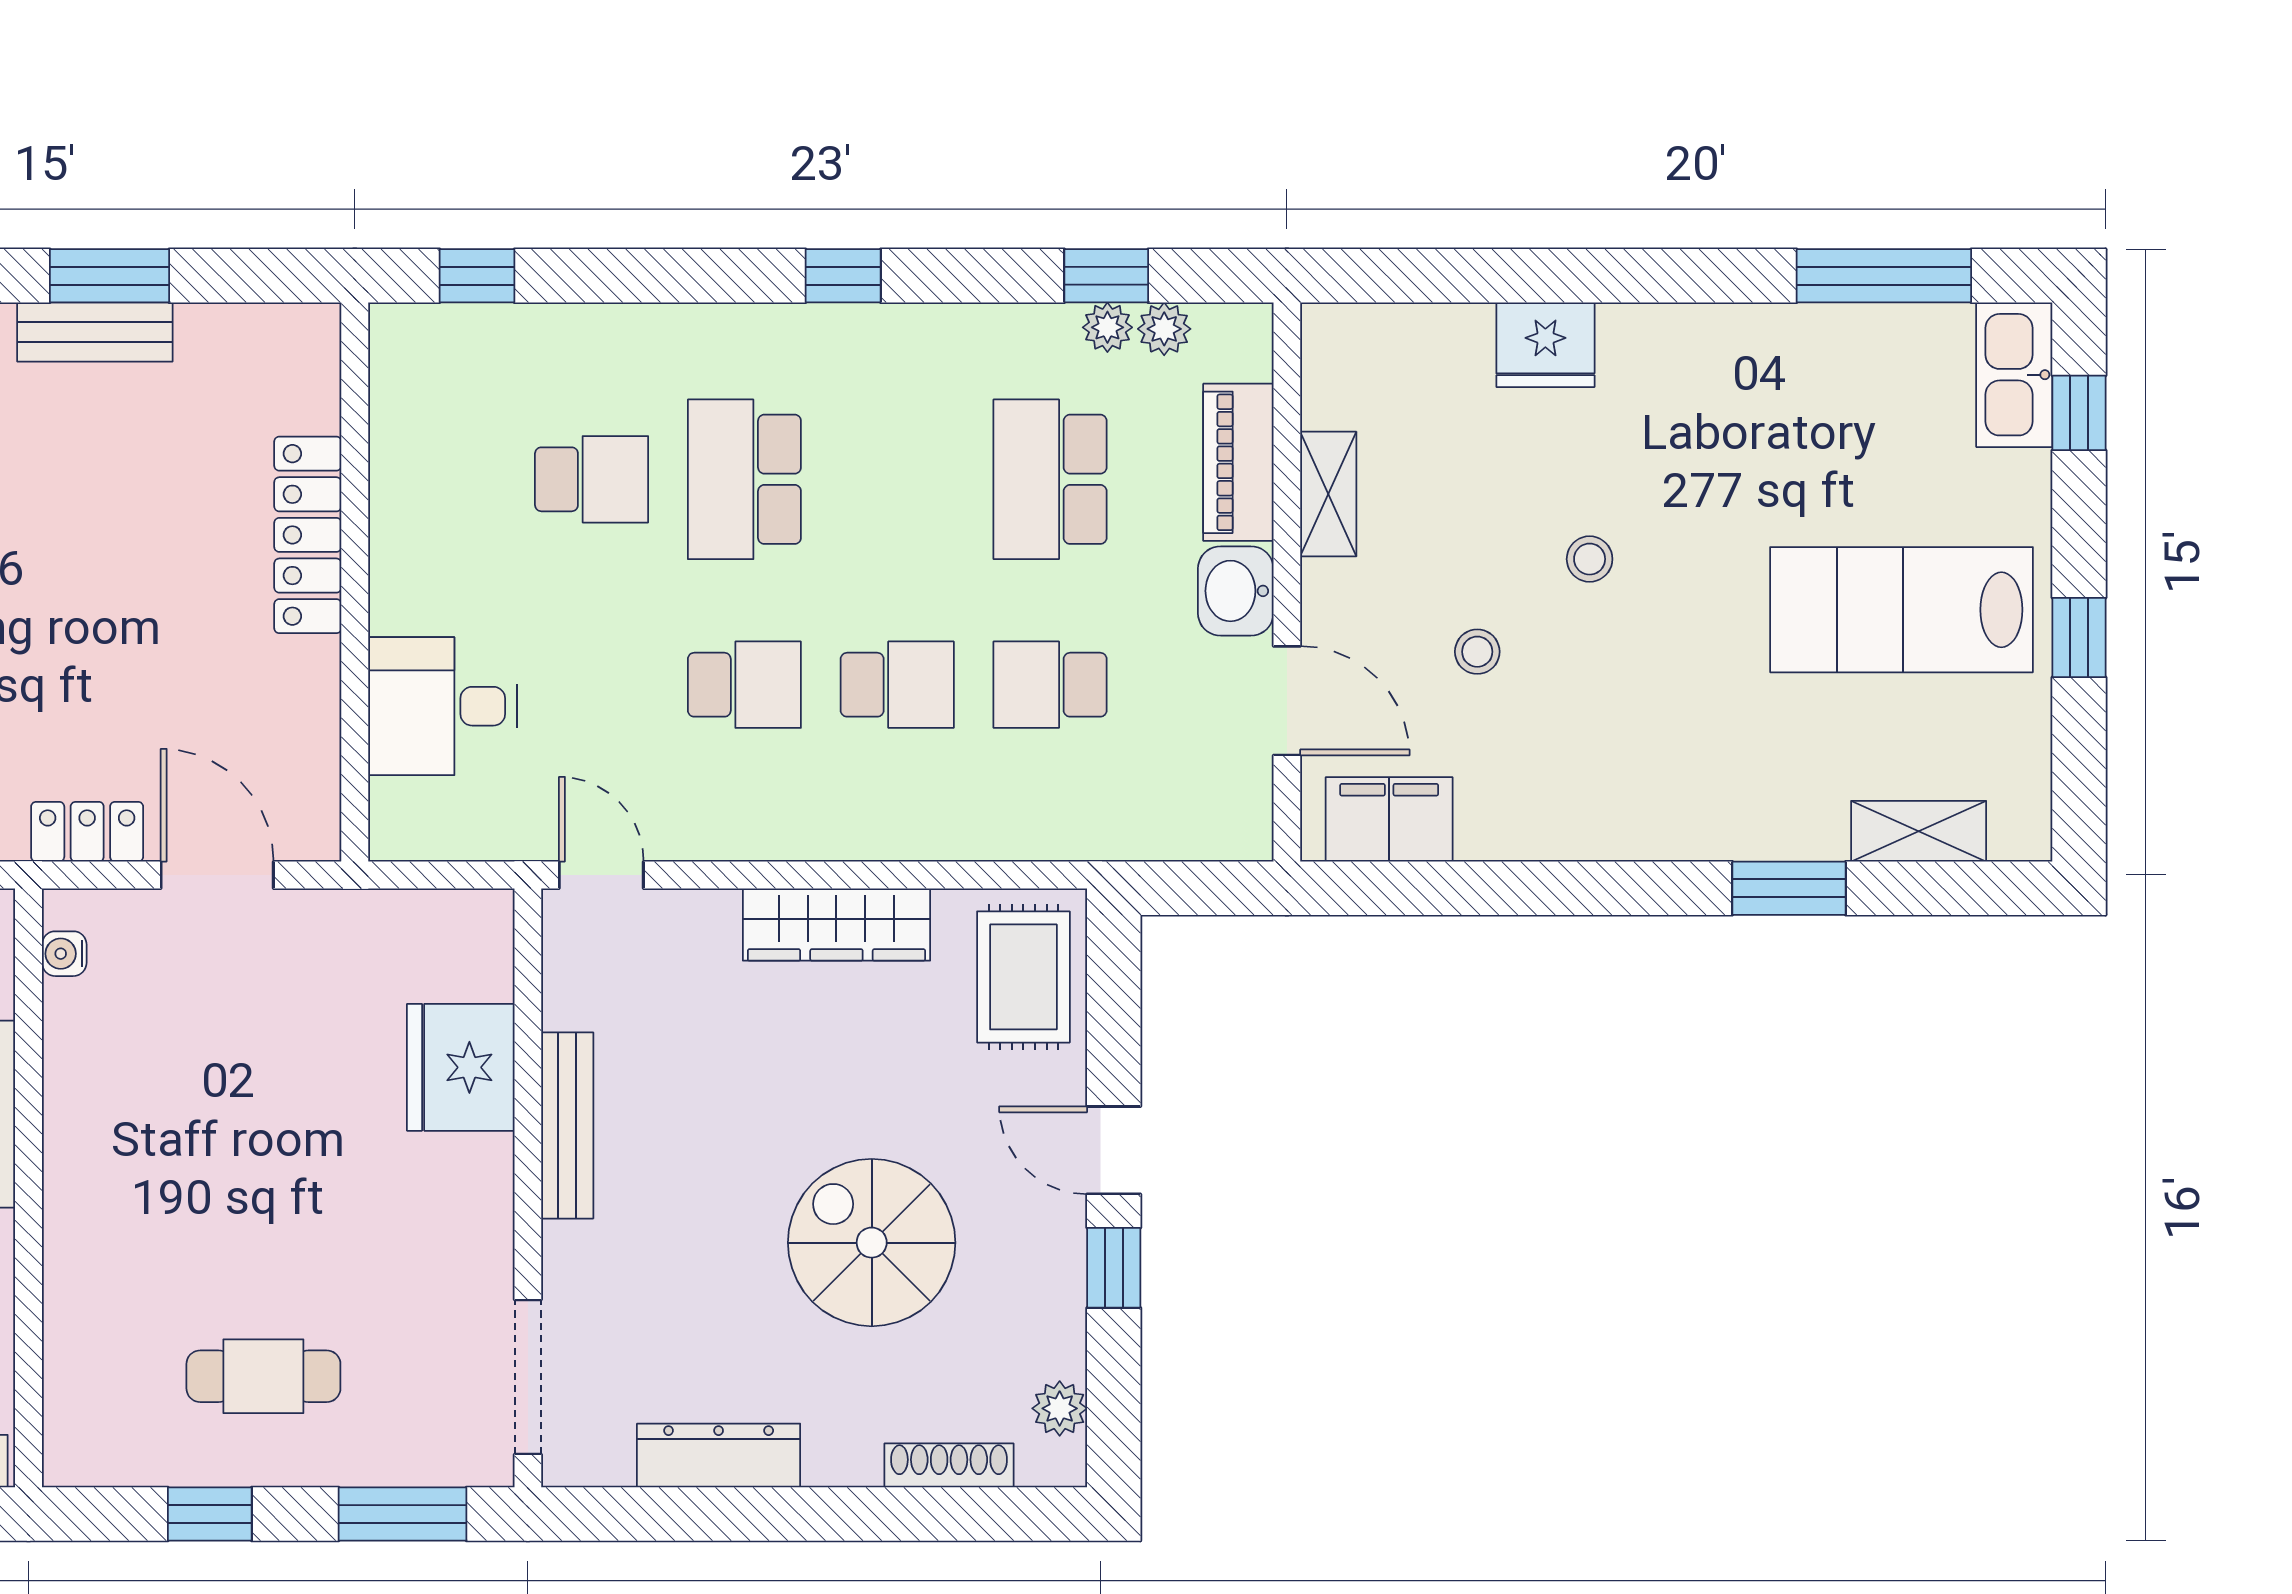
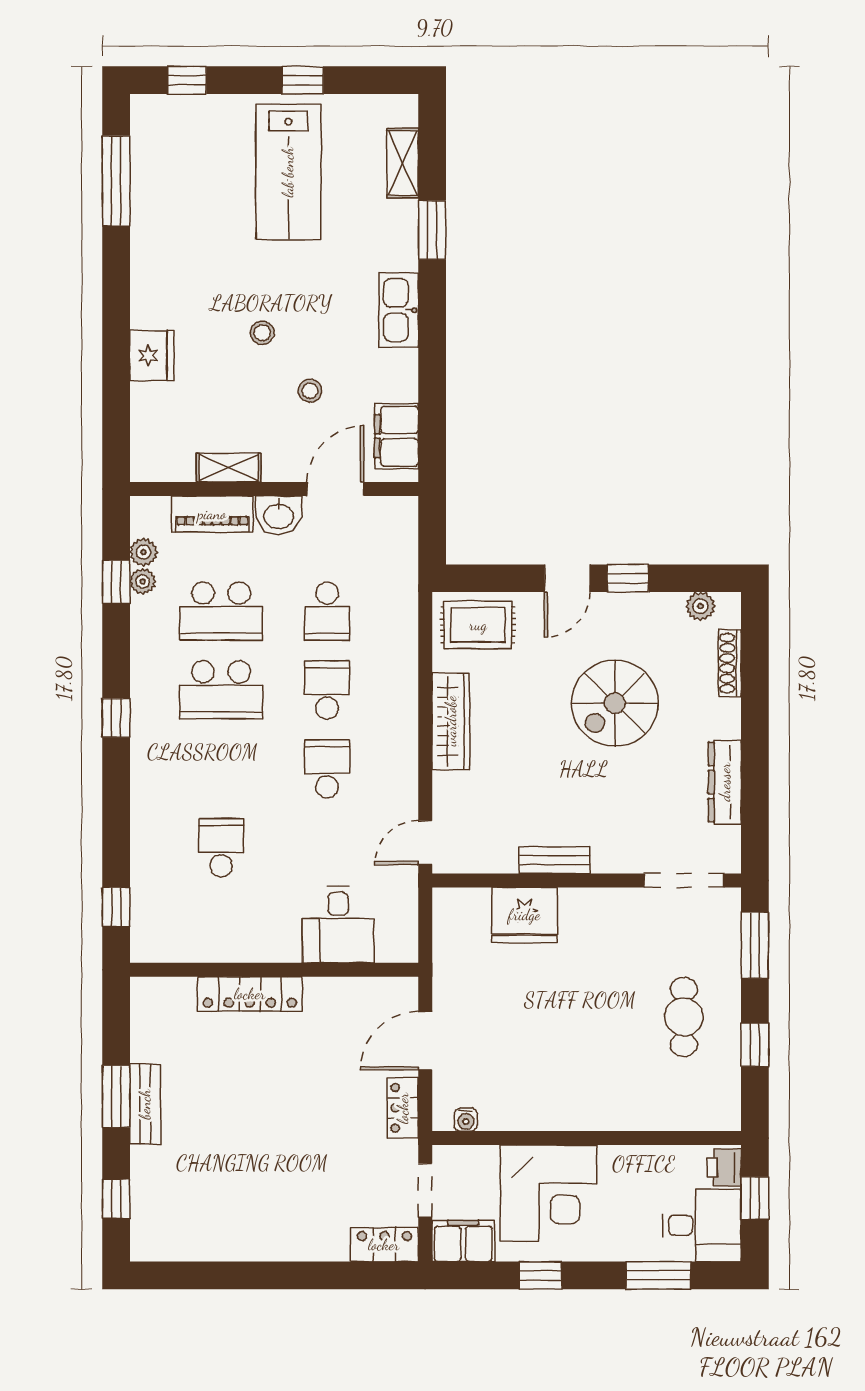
kitchen sink: (2014, 375) -> (399, 310), moved, turned 90
school desk: (744, 479) -> (221, 690), moved
bench: (567, 1125) -> (554, 860), width x0.73

